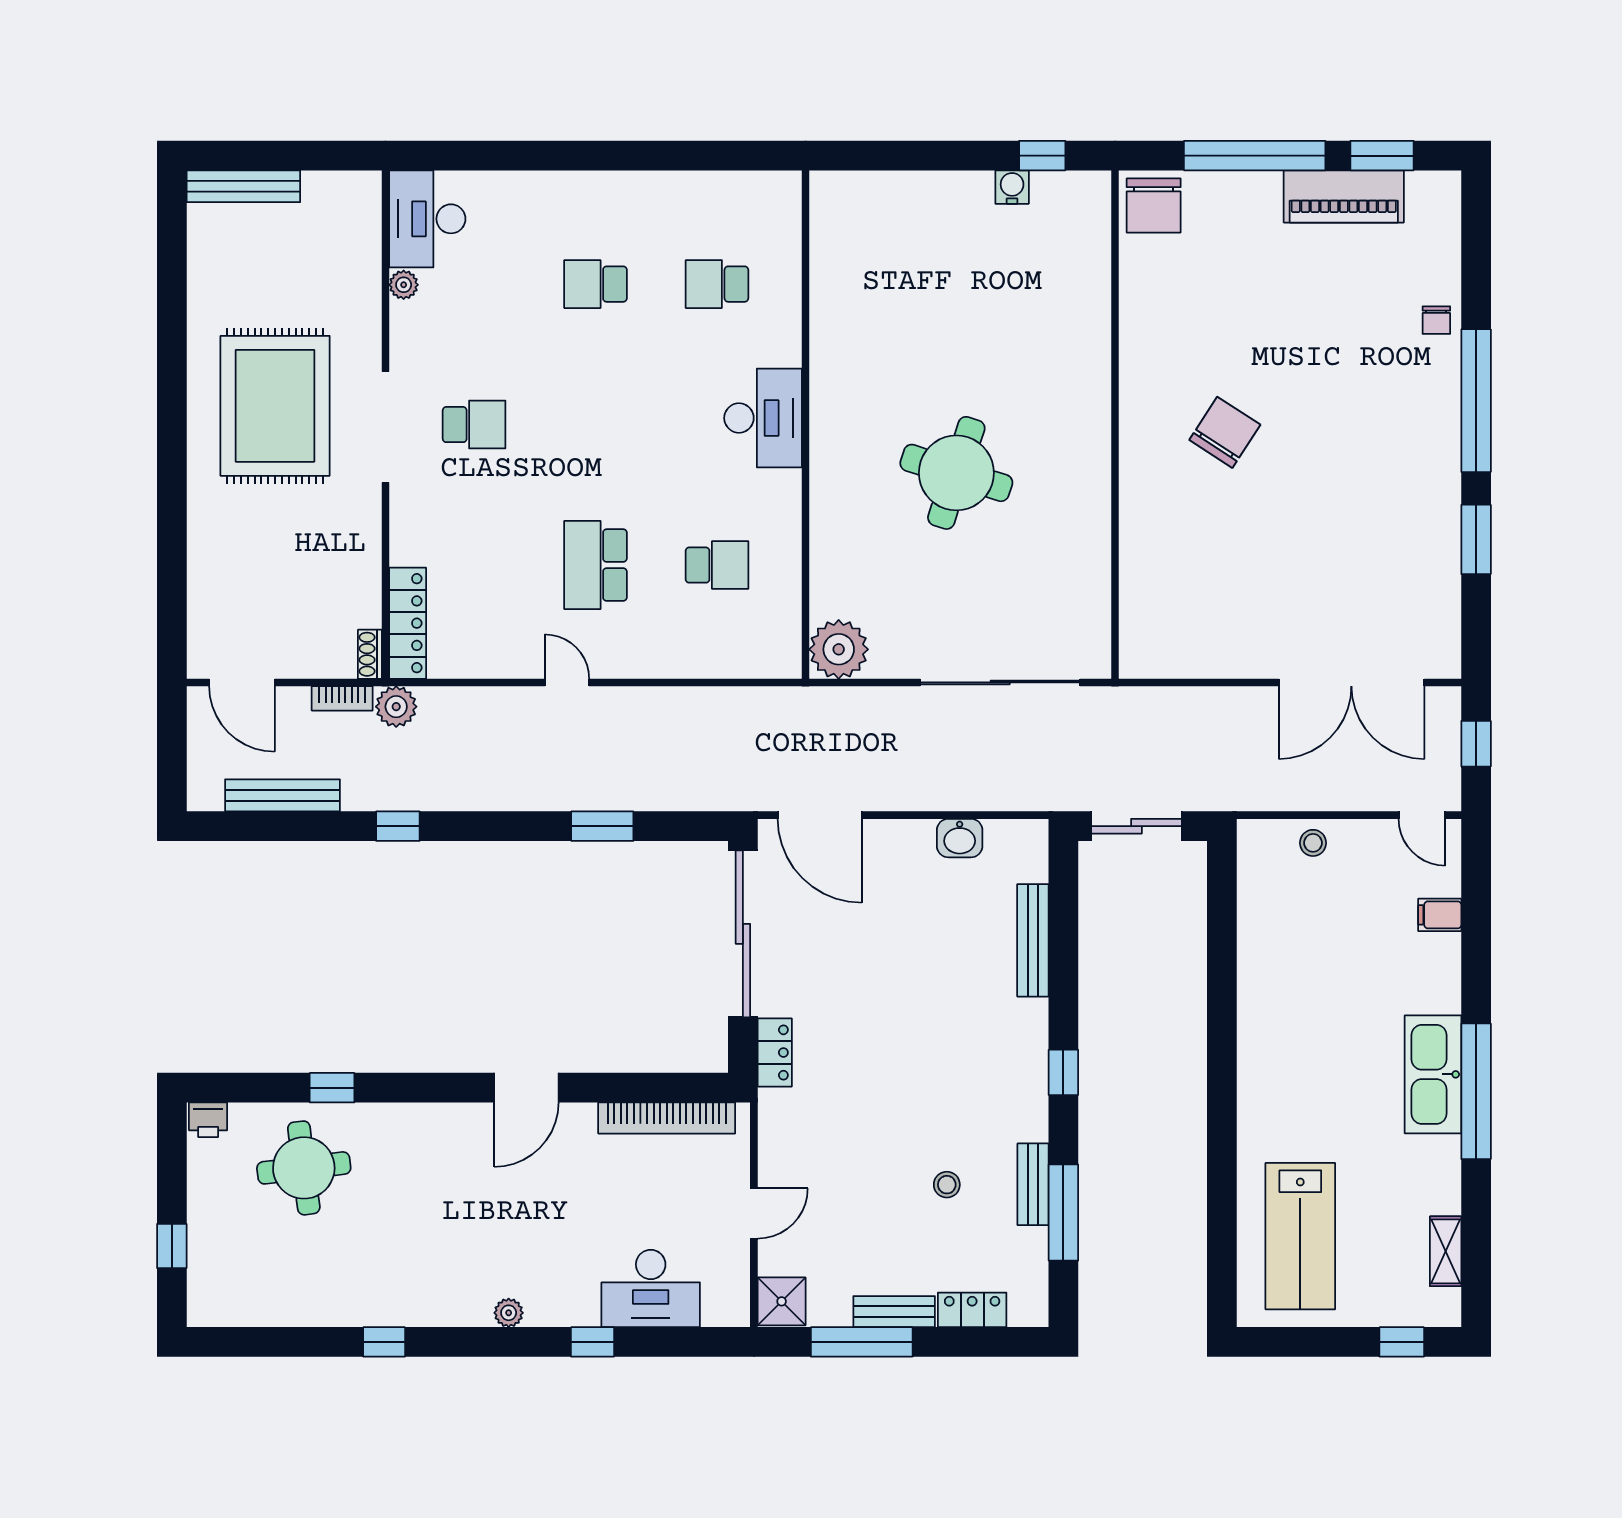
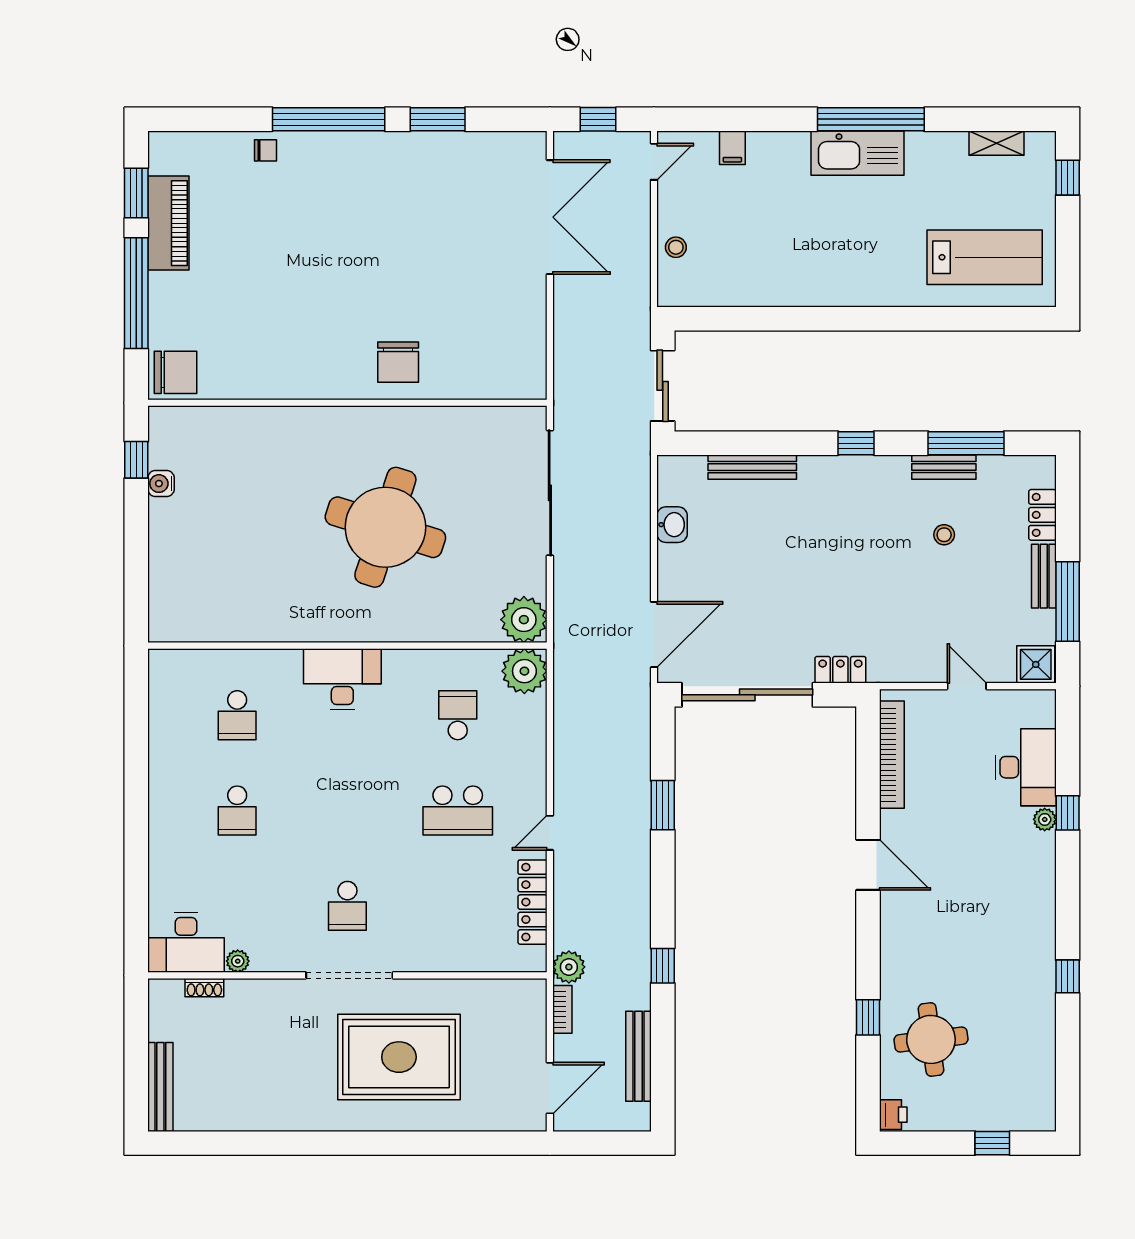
rug: (275, 406) -> (399, 1057), moved
school desk: (474, 425) -> (347, 906), turned 180
chair: (1225, 432) -> (398, 362), moved, turned -123
round table: (956, 473) -> (385, 527), width x1.36, depth x1.36
locker: (408, 623) -> (533, 902), moved, turned -90
plant: (773, 650) -> (524, 671), added
shoe rack: (370, 654) -> (204, 988), moved
plant: (509, 1313) -> (1045, 819), moved

